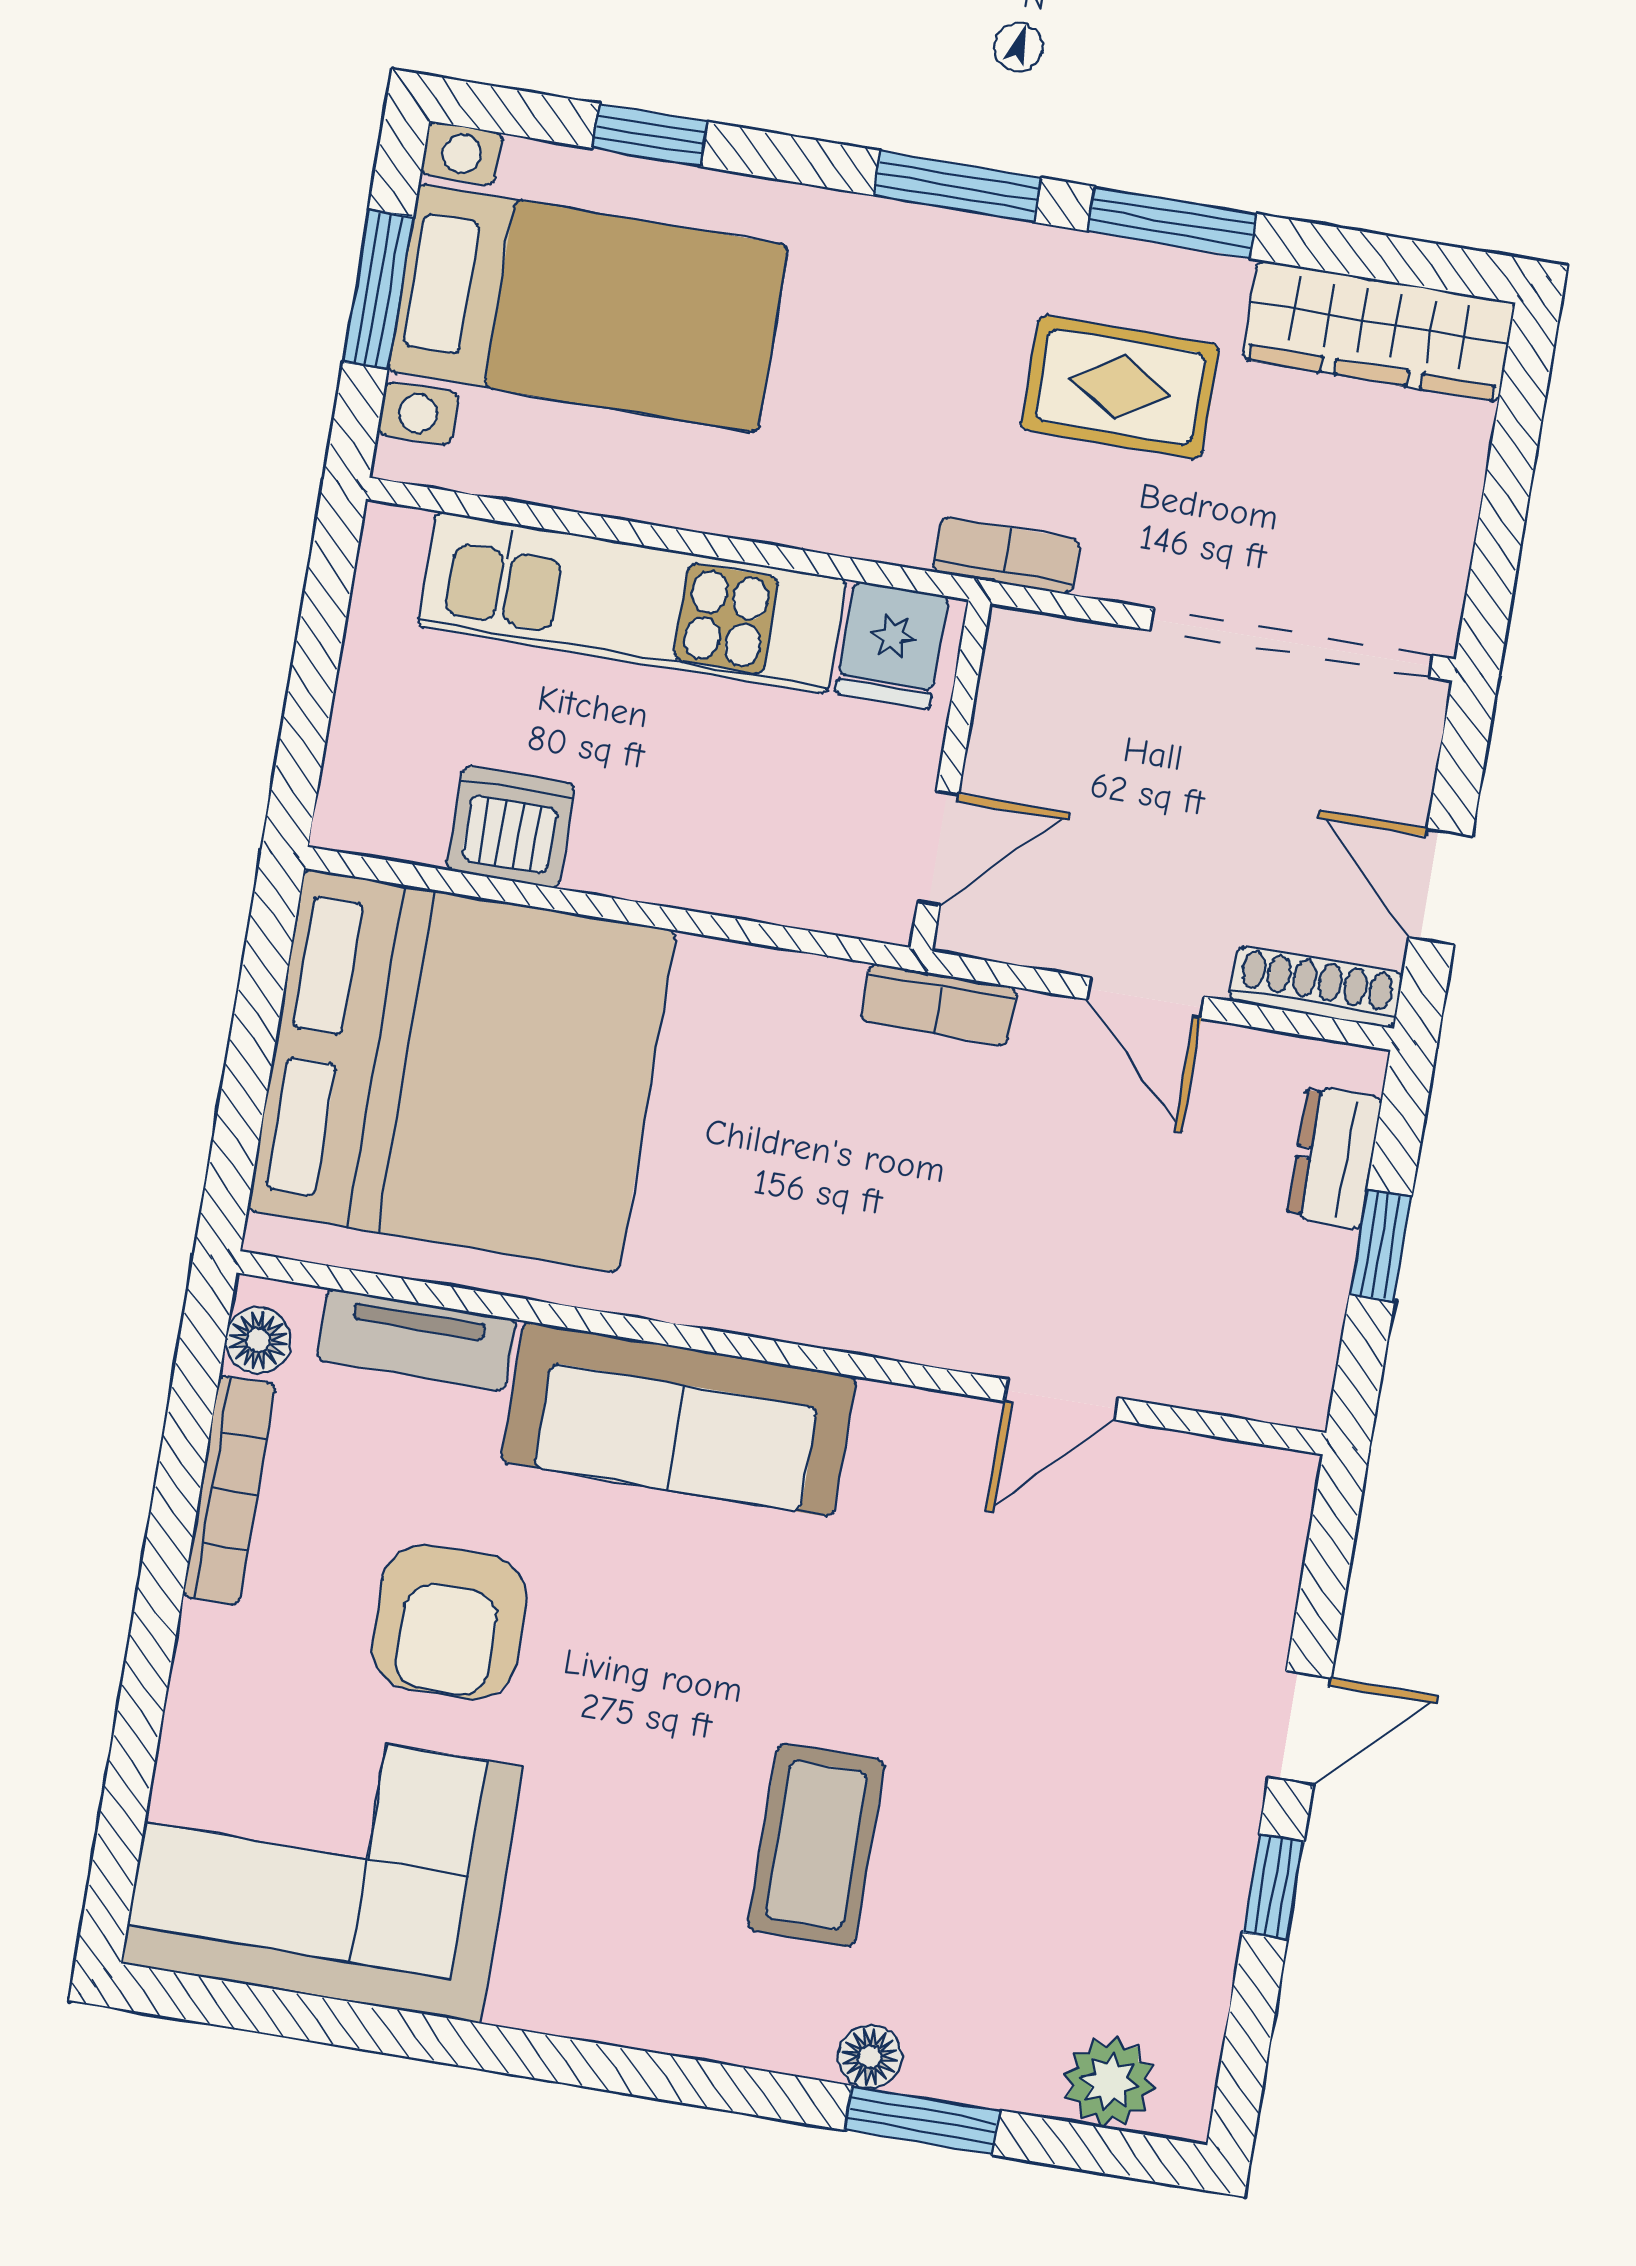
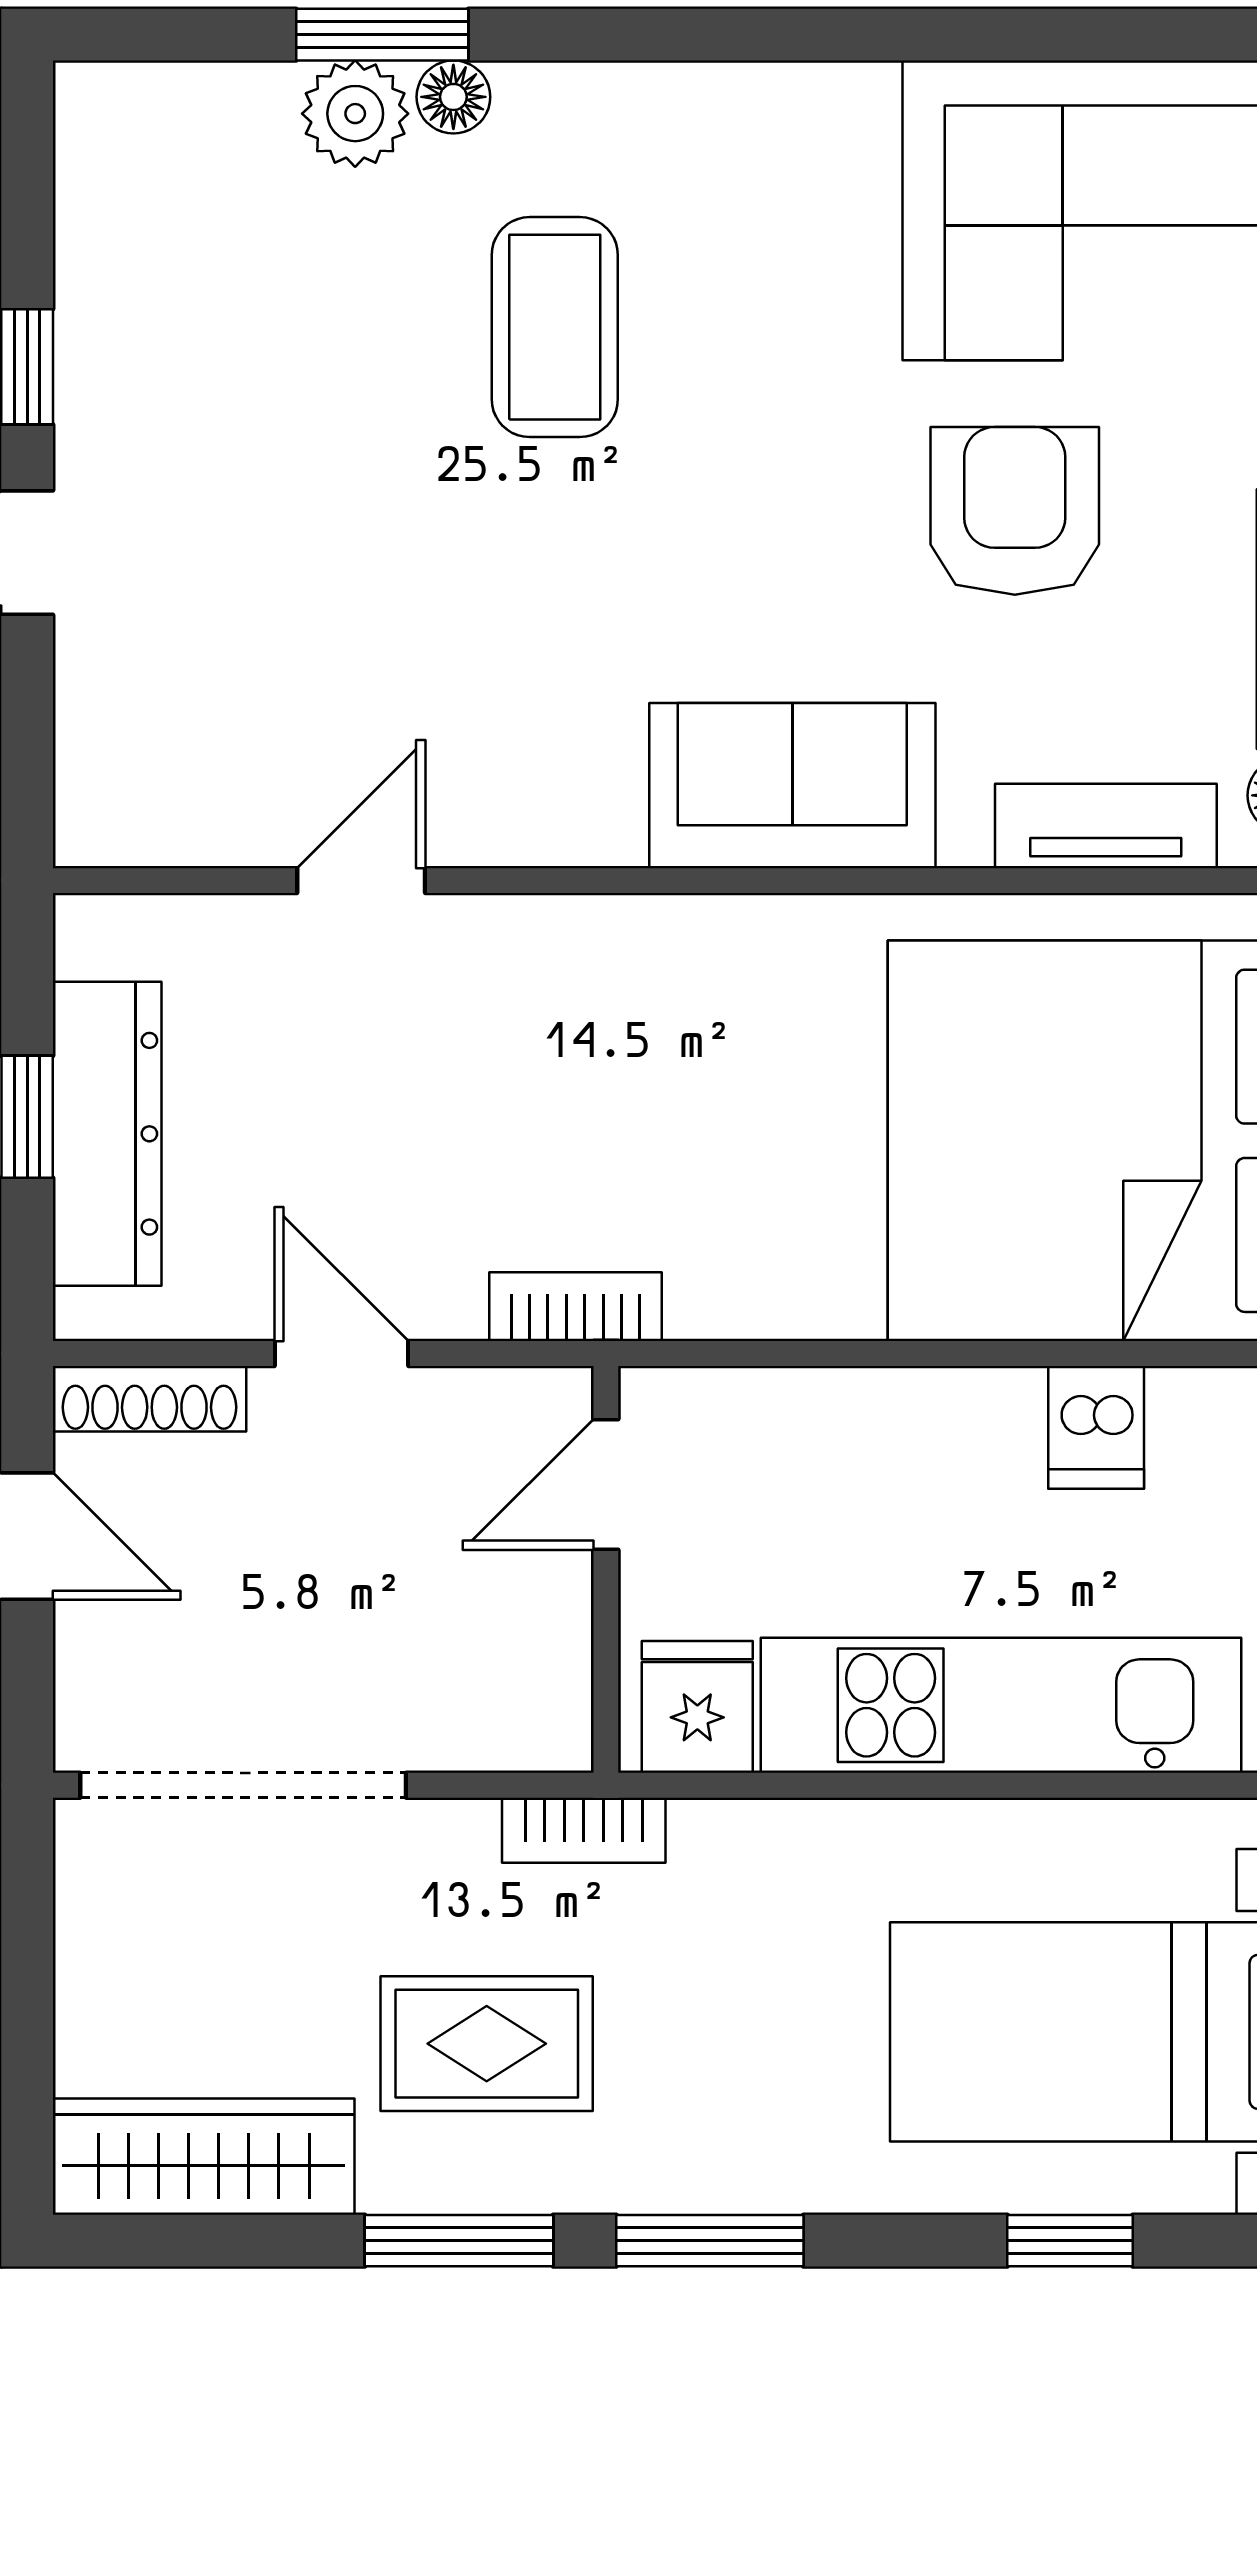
dishwasher: (511, 827) -> (1096, 1427), width x0.73
dresser: (1334, 1157) -> (107, 1134), width x1.96, depth x1.24
sofa: (679, 1419) -> (792, 786), width x0.73
plant: (1109, 2082) -> (355, 114), moved

